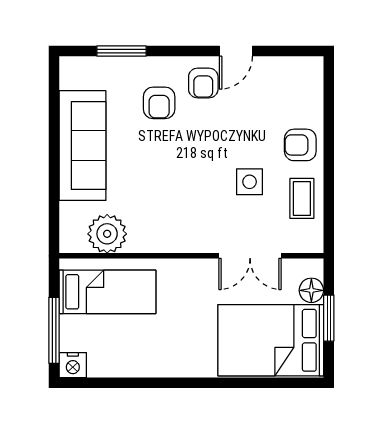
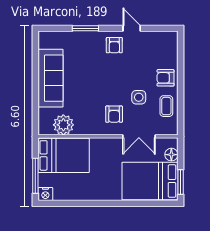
window: (121, 51) -> (85, 28), moved
door: (236, 51) -> (132, 28), swing flipped
armchair: (159, 103) -> (114, 114), moved
bed: (108, 292) -> (64, 155), width x1.50
window: (329, 318) -> (181, 182), moved

